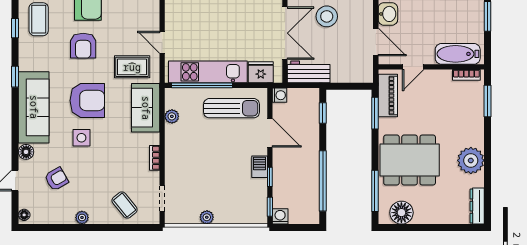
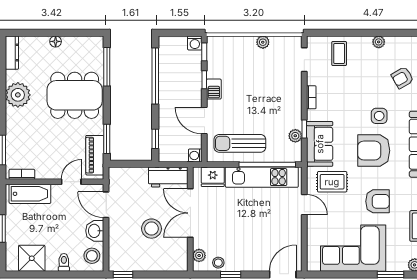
armchair: (83, 46) -> (378, 201), turned 90
window: (162, 124) -> (304, 129), added
coffee table: (125, 205) -> (339, 54), turned 39
floor lamp: (401, 213) -> (56, 41), moved, width x0.53, depth x0.53

